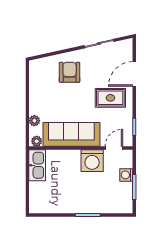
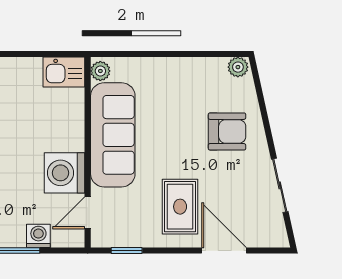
plant: (34, 121) -> (238, 67), moved
door: (114, 148) -> (88, 213), swing flipped
kitchen sink: (37, 165) -> (64, 72), width x0.73

